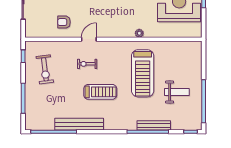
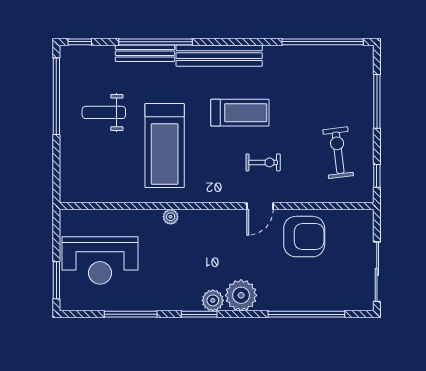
armchair: (64, 22) -> (304, 237), width x1.88, depth x1.88
treadmill: (143, 73) -> (165, 146), turned 180
treadmill: (100, 92) -> (240, 113), turned 180
bench: (79, 124) -> (219, 56), moved

